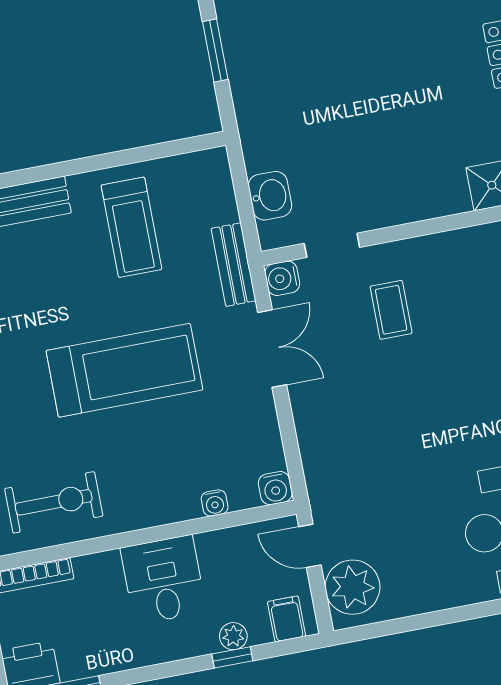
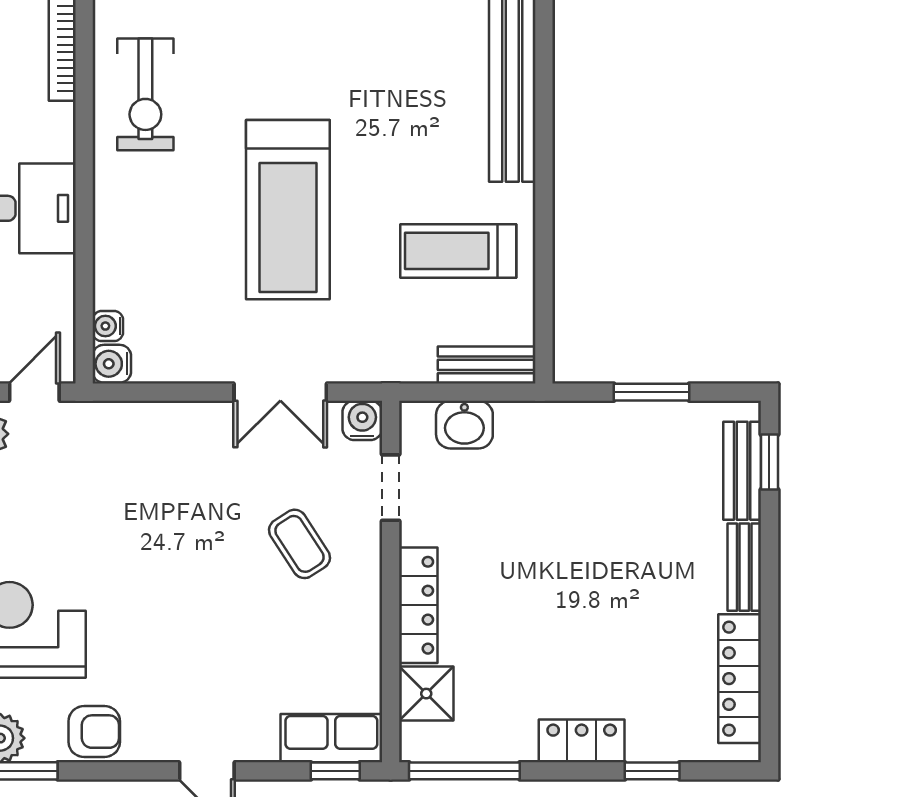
locker: (422, 205) -> (418, 605), added
bench: (234, 265) -> (487, 365), moved
coffee table: (391, 310) -> (299, 544), turned 57
water cooler: (215, 503) -> (108, 326), moved

